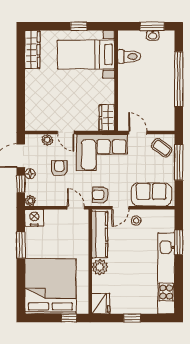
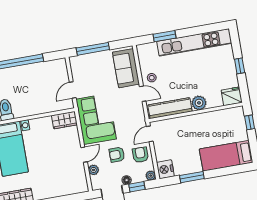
coffee table: (162, 148) -> (83, 66), removed
armchair: (100, 195) -> (140, 155), moved, turned 180
bed: (50, 286) -> (226, 156), width x0.49

